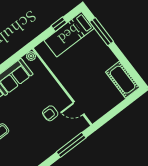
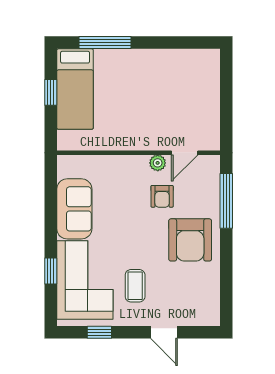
plant: (31, 56) -> (158, 163), moved
cot: (123, 80) -> (192, 64), removed
armchair: (40, 142) -> (190, 240), added

